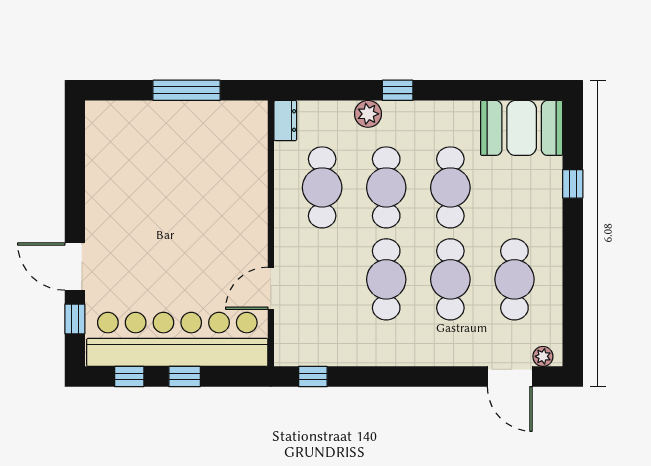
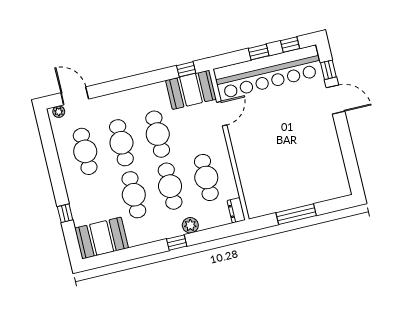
booth: (313, 340) -> (191, 90), added

